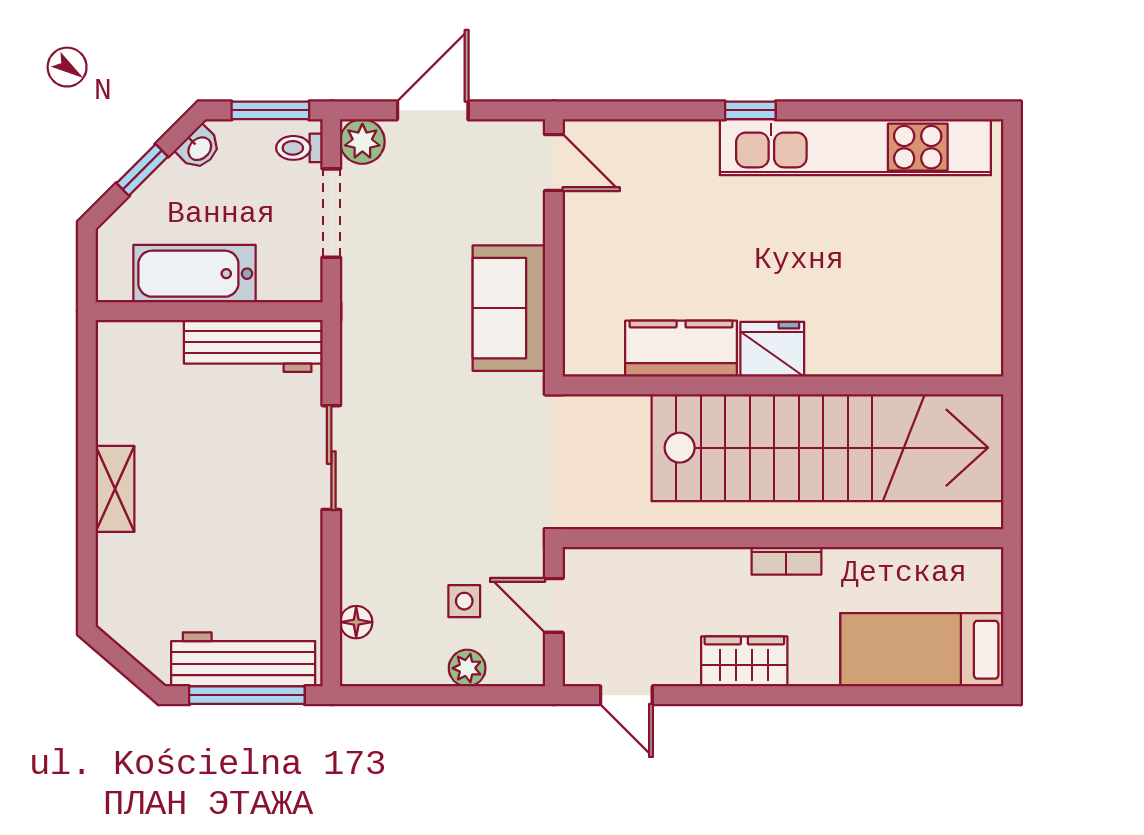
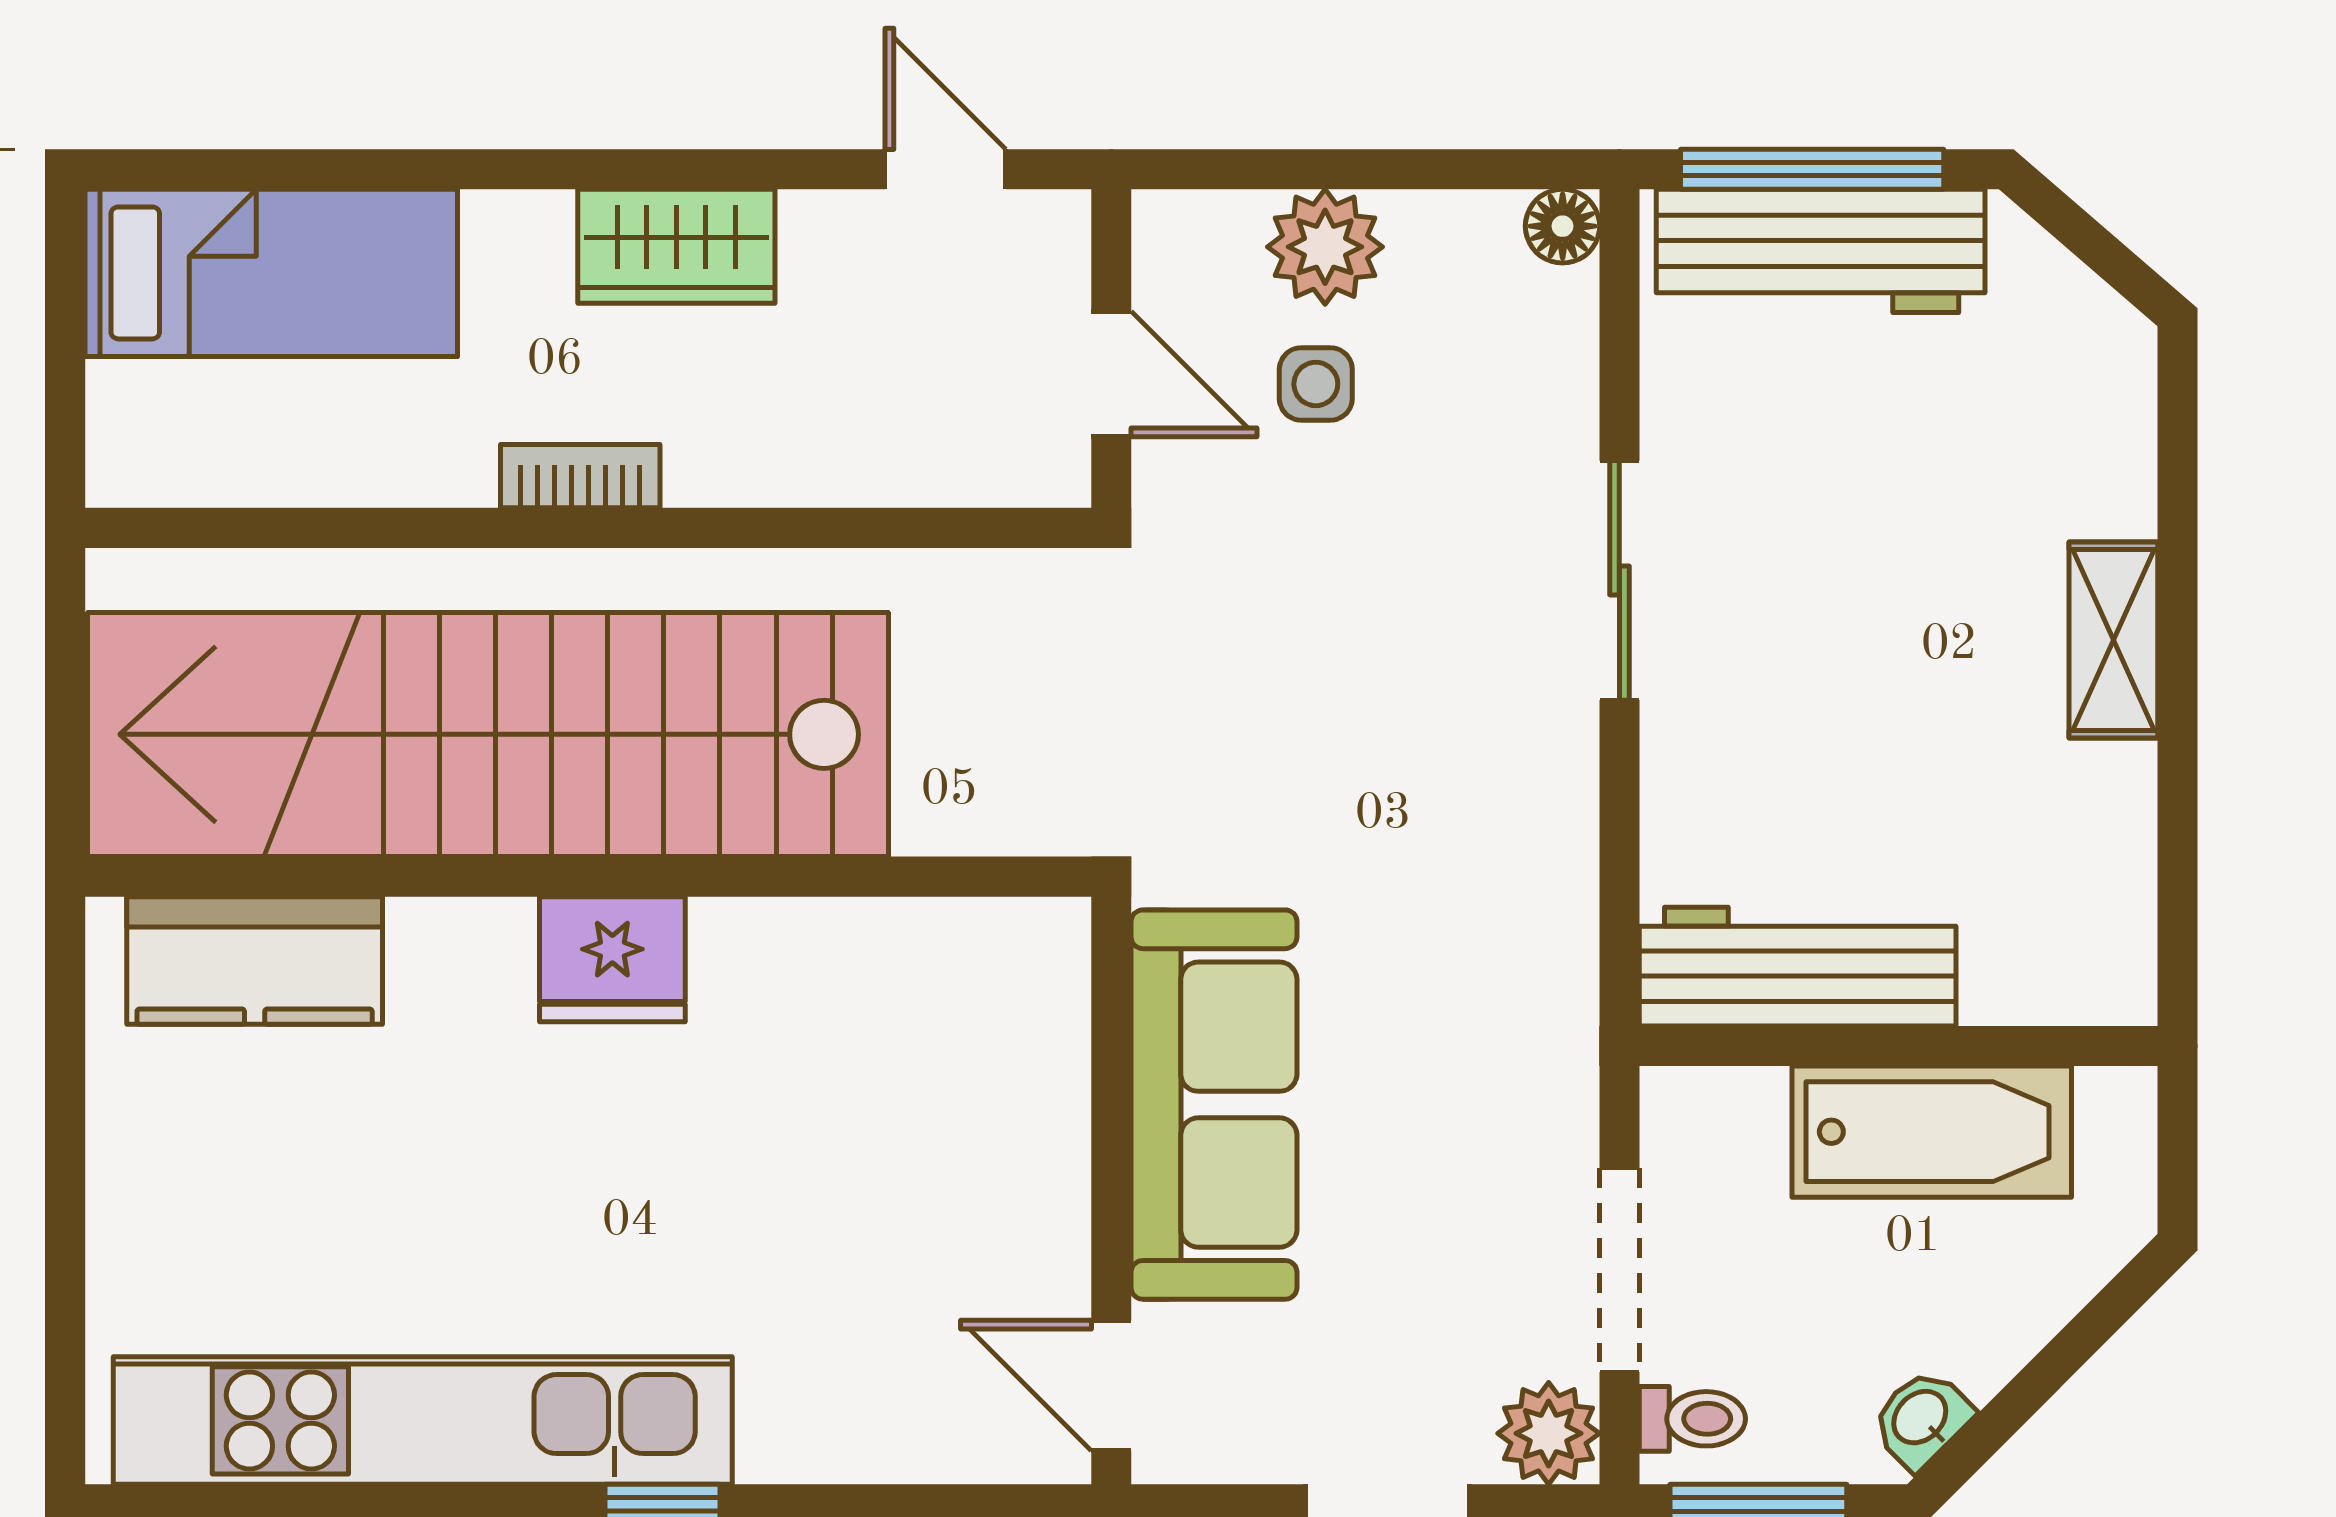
window: (142, 170) -> (2051, 1369), removed
sofa: (509, 308) -> (1214, 1105), width x1.36
kitchen counter: (681, 349) -> (255, 960), moved
sliding door: (331, 458) -> (1619, 580), moved
floor lamp: (356, 622) -> (1563, 226), moved
plant: (467, 668) -> (1325, 247), width x1.38, depth x1.38

